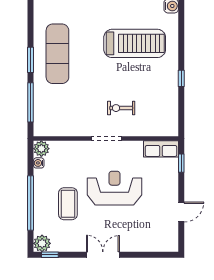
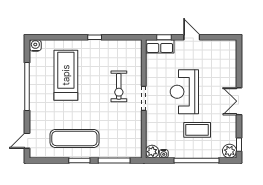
exercise bike: (121, 108) -> (119, 86), width x1.38, depth x1.39
row of seats: (161, 149) -> (160, 46), moved, turned 90
door: (181, 212) -> (192, 37), moved

